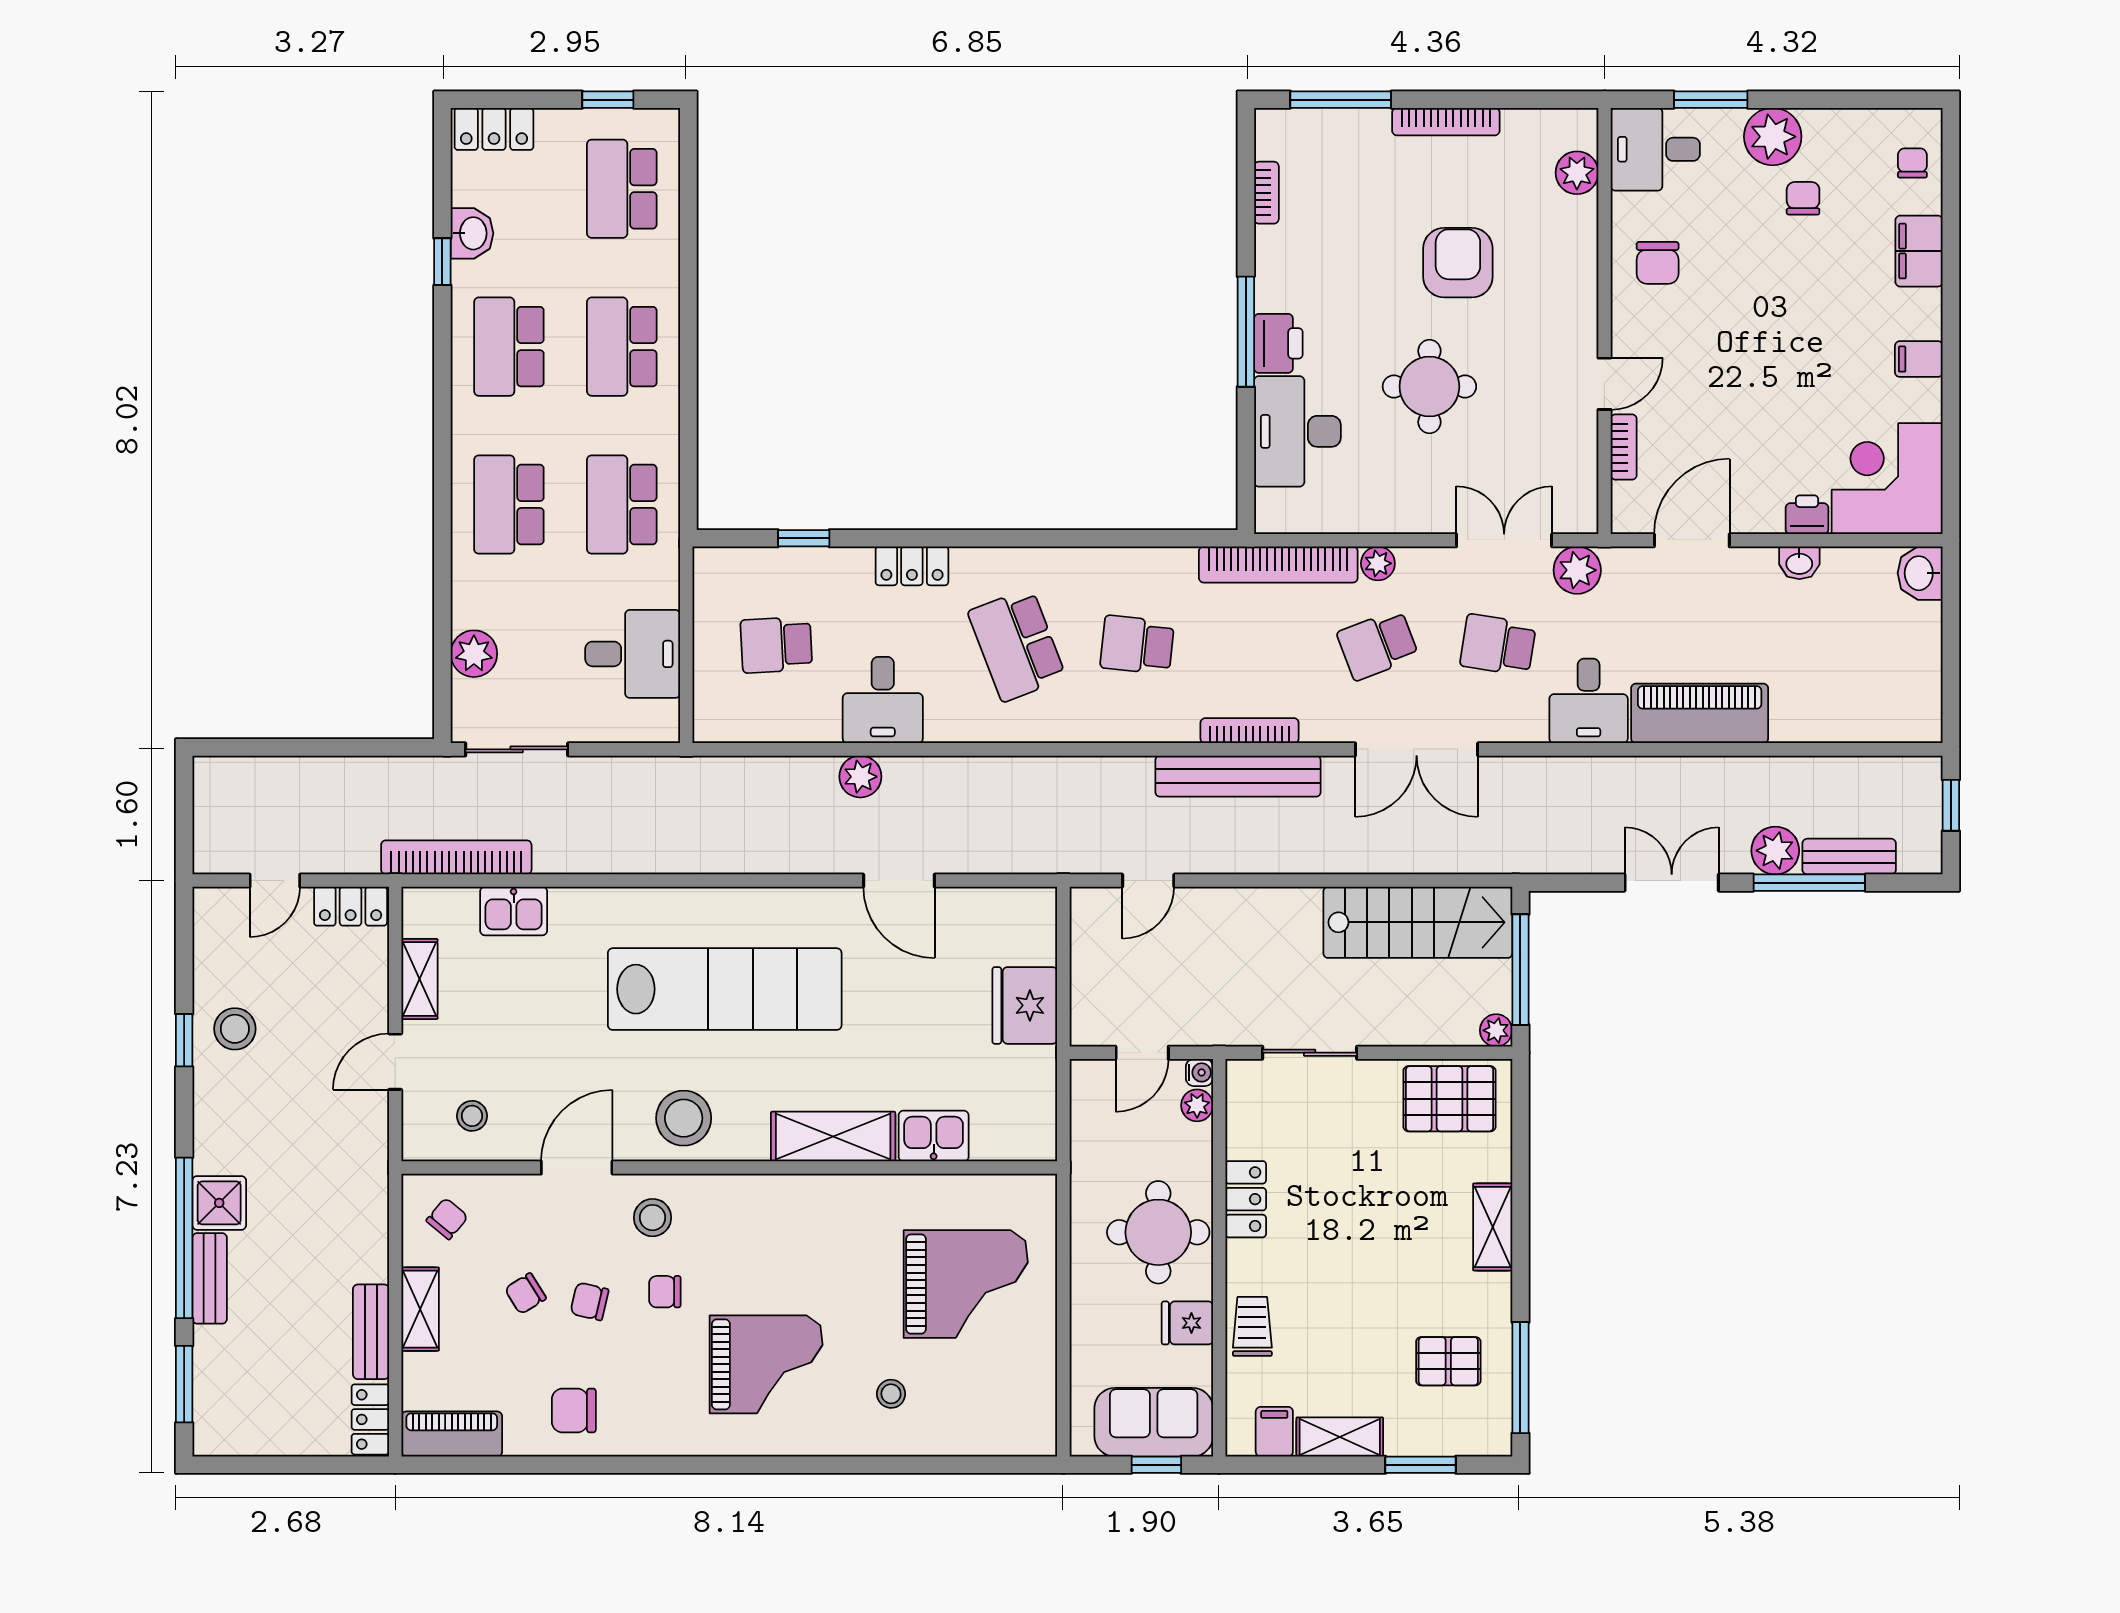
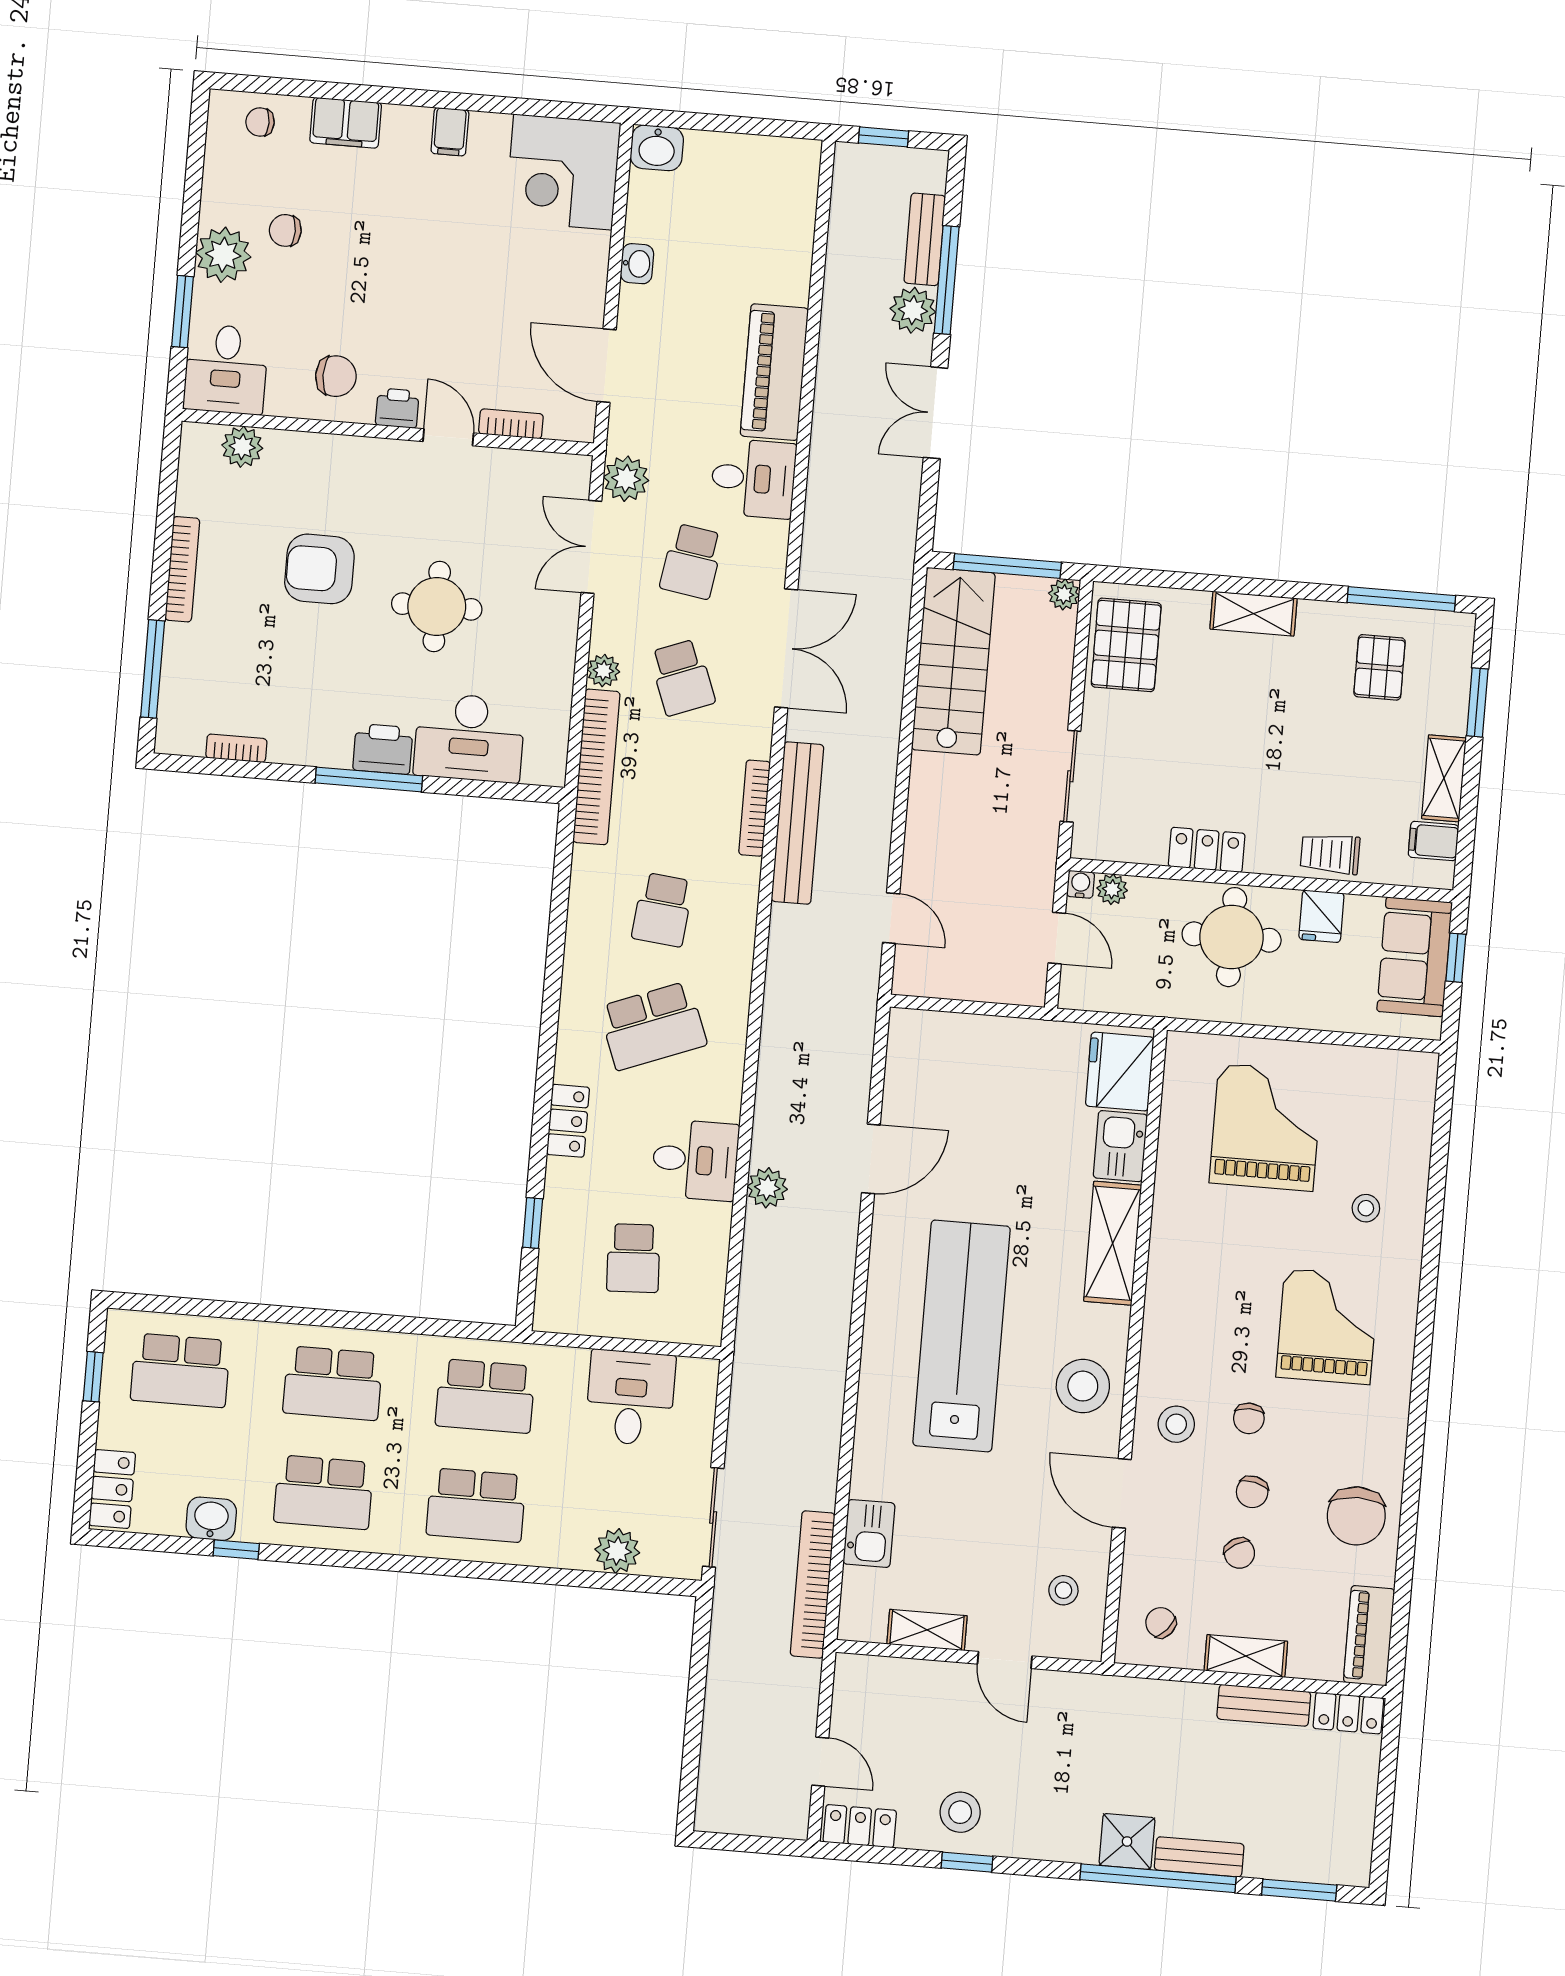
printer: (1807, 515) -> (397, 408), moved, turned 90
locker: (351, 906) -> (860, 1826), moved, turned -90
fridge: (1025, 1005) -> (1120, 1072), moved, turned 90
chair: (574, 1411) -> (1356, 1516), width x1.37, depth x1.37

